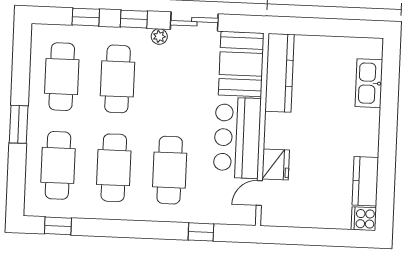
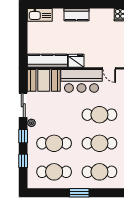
kitchen sink: (369, 83) -> (40, 15), moved
fridge: (276, 165) -> (76, 61), moved
kitchen counter: (365, 181) -> (76, 15), moved

